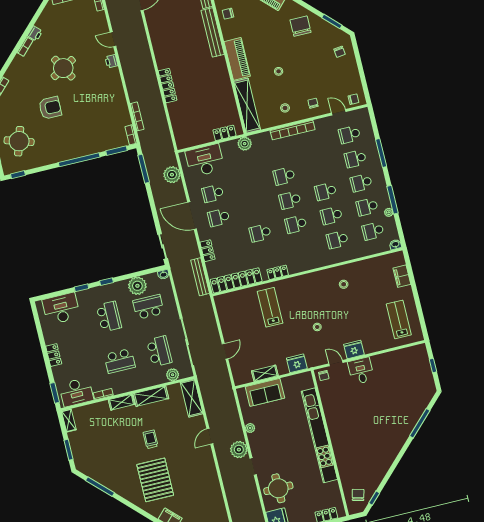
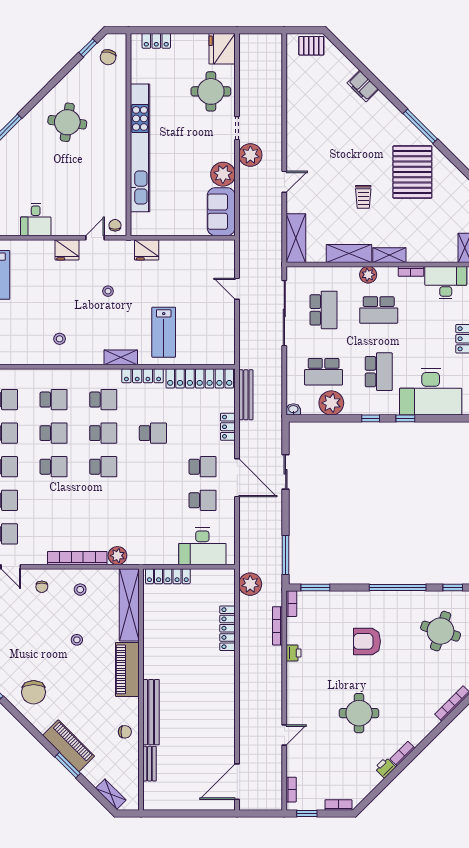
door: (113, 39) -> (284, 735), hinge flipped
printer: (111, 61) -> (293, 653), moved
round table: (63, 68) -> (359, 713), turned 30
locker: (168, 86) -> (227, 628), moved
armchair: (50, 108) -> (367, 641), moved
locker: (224, 133) -> (168, 576), width x1.53
plant: (245, 144) -> (117, 556), moved
window: (79, 160) -> (398, 587), moved
plant: (172, 175) -> (250, 584), moved
school desk: (284, 176) -> (103, 400), moved
sliding door: (163, 246) -> (286, 472), moved
locker: (278, 272) -> (143, 376), width x1.53
desk: (61, 309) -> (431, 392), width x1.36, depth x1.30
school desk: (109, 317) -> (379, 372), turned 180
school desk: (159, 351) -> (324, 310), turned 180
door: (225, 351) -> (237, 289), hinge flipped
school desk: (120, 361) -> (379, 310), turned 180
door: (336, 363) -> (95, 238), swing flipped
desk: (361, 371) -> (36, 219), moved
shelving: (265, 373) -> (121, 357), moved
plant: (173, 375) -> (368, 275), moved
sofa: (265, 392) -> (221, 212), moved, turned -90
plant: (250, 428) -> (223, 174), width x1.88, depth x1.88
round table: (376, 441) -> (67, 122), added
pallet: (155, 480) -> (412, 172), moved
window: (100, 487) -> (420, 126), moved

